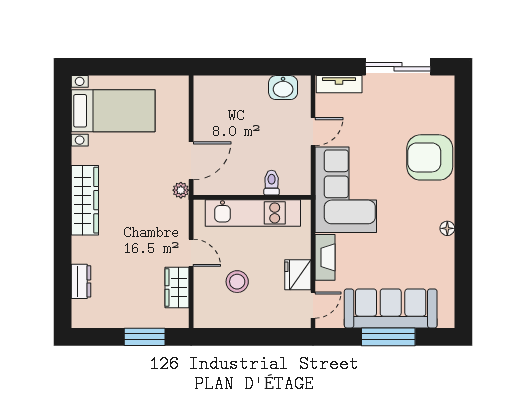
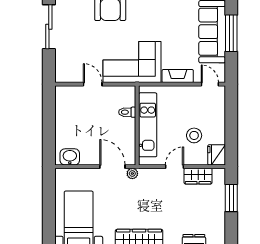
tv unit: (339, 84) -> (61, 67), removed
washbasin: (283, 88) -> (70, 157), moved, turned -90
fridge: (298, 275) -> (217, 155), moved, turned 90

